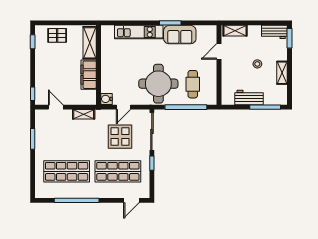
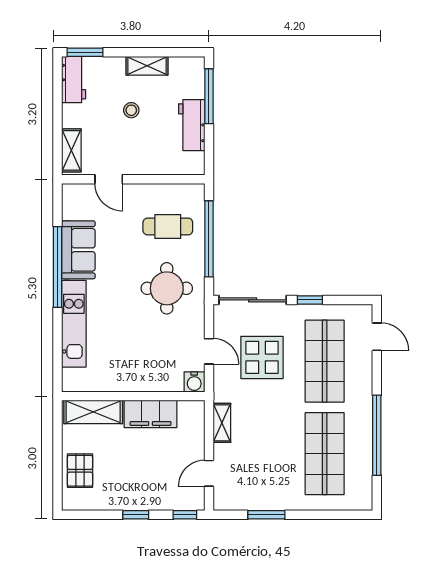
window: (170, 23) -> (58, 267), width x2.11
window: (33, 42) -> (136, 515), moved
round table: (158, 84) -> (167, 288), width x0.73, depth x0.73

